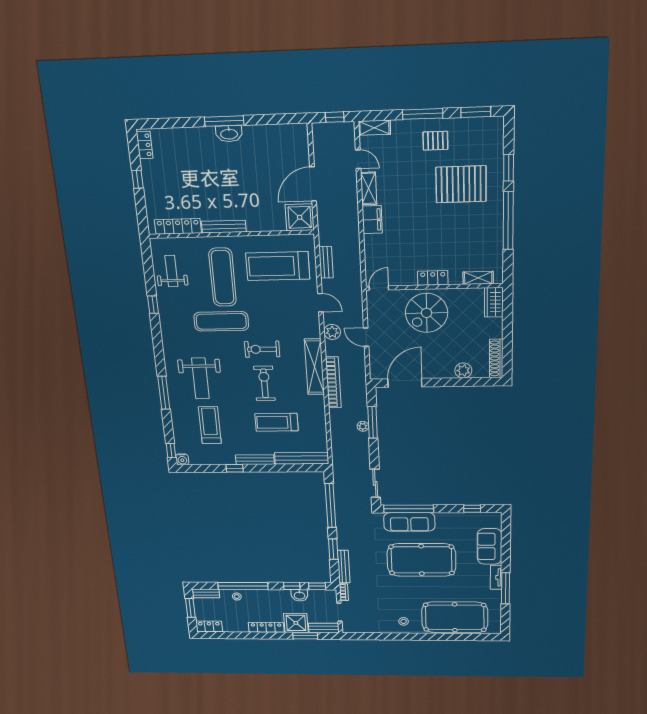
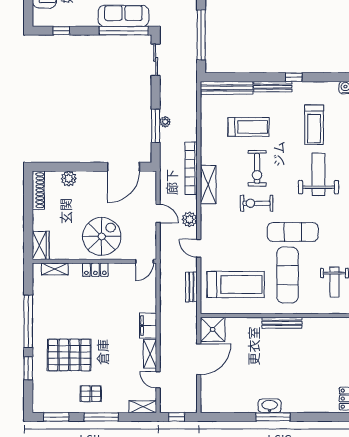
locker: (178, 226) -> (324, 324), removed
exercise bike: (262, 349) -> (257, 203), turned 180
shelving: (314, 367) -> (208, 185), width x0.68

